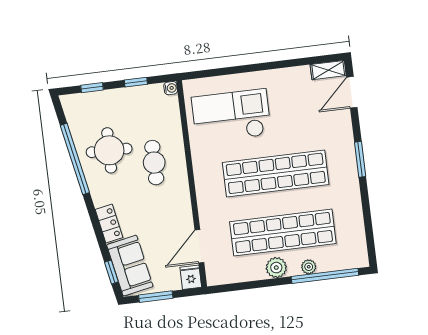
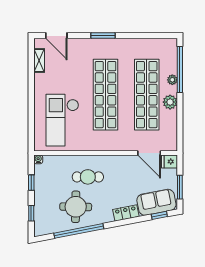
shelving: (328, 70) -> (39, 60), moved

